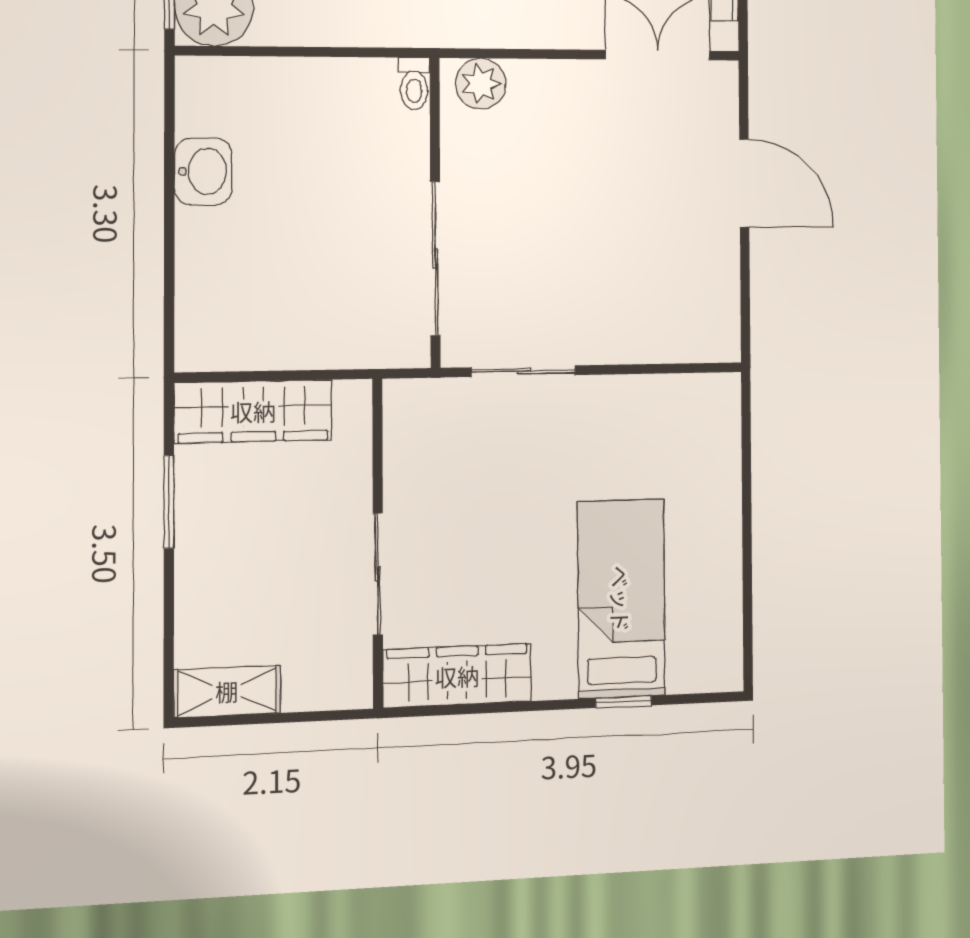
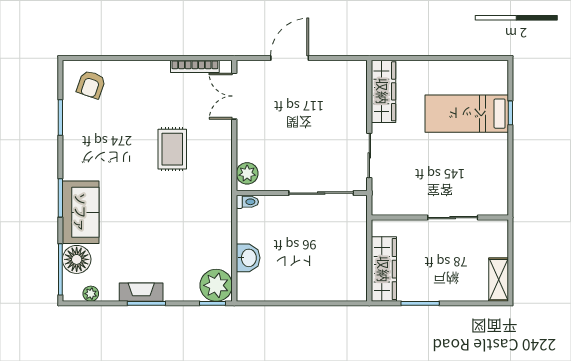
washbasin: (203, 171) -> (248, 258), moved, turned 90
wardrobe: (457, 676) -> (383, 91), moved, turned 180

